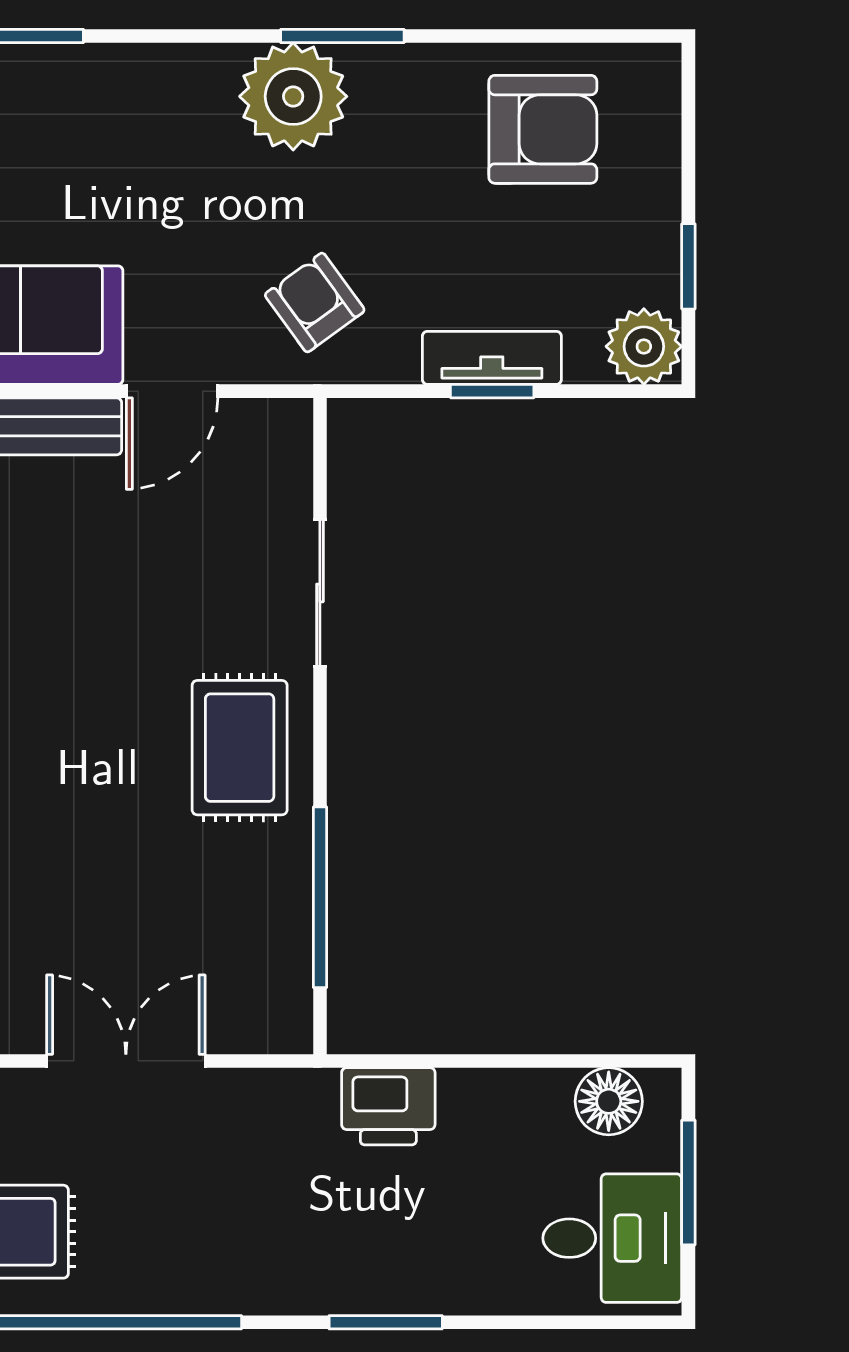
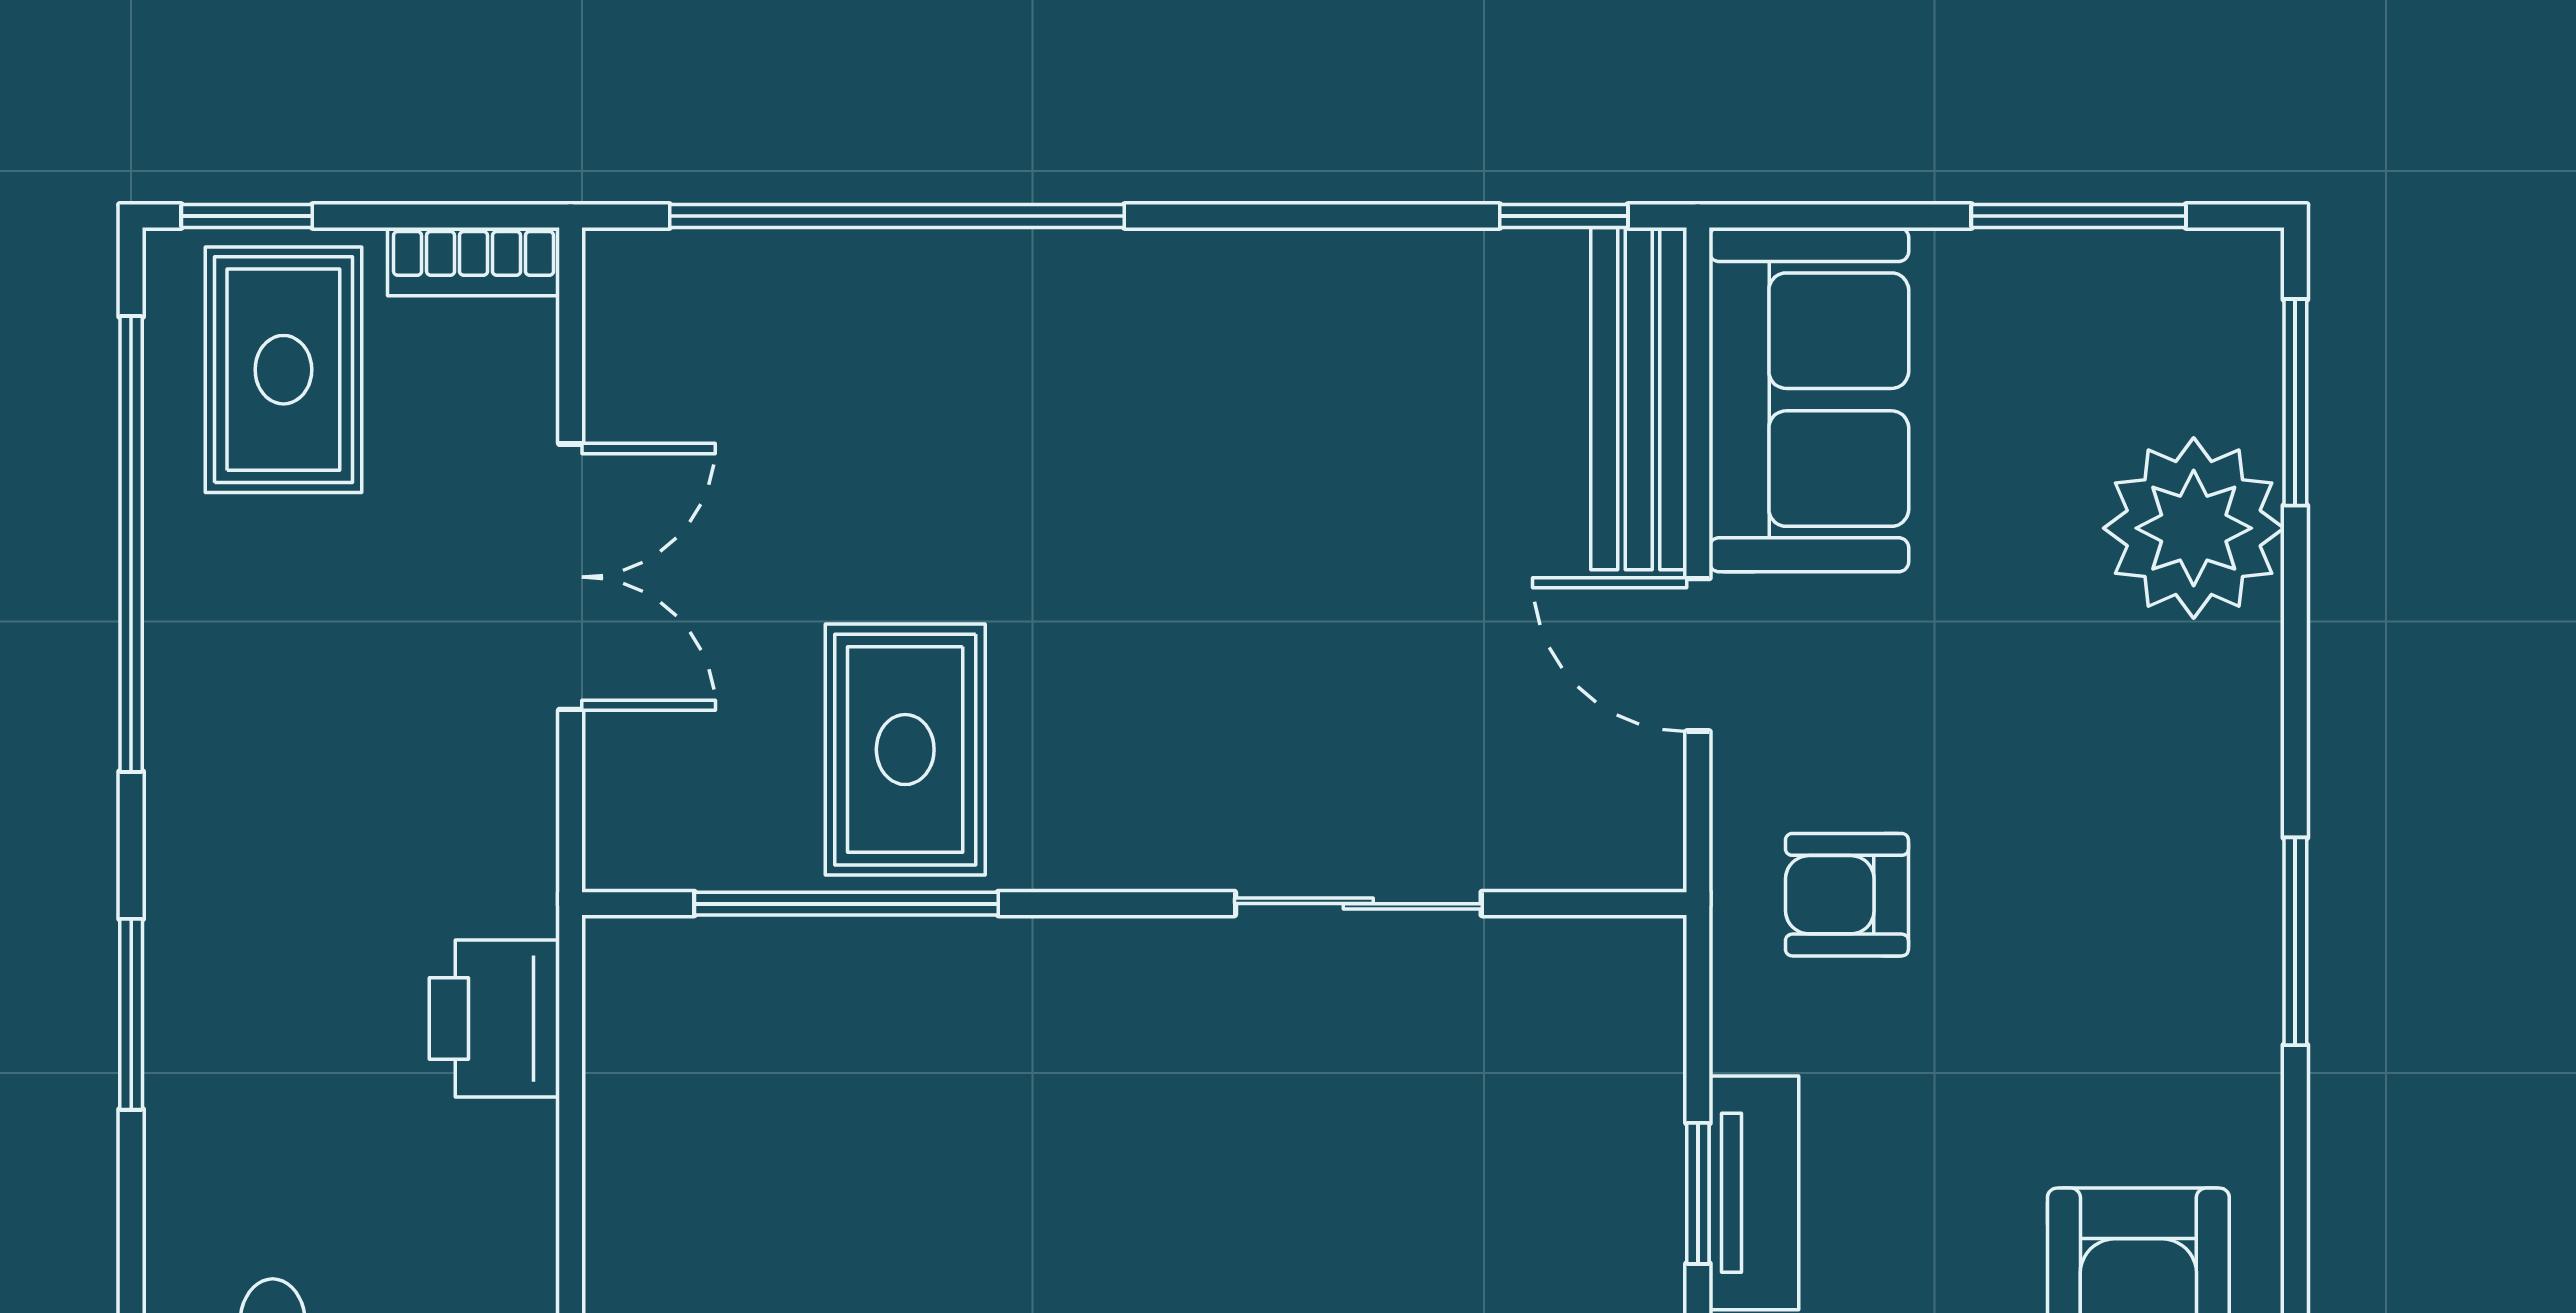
plant: (293, 96) -> (2194, 528), moved
armchair: (315, 303) -> (1847, 895), turned -144
rug: (240, 748) -> (905, 750), moved, turned 90

